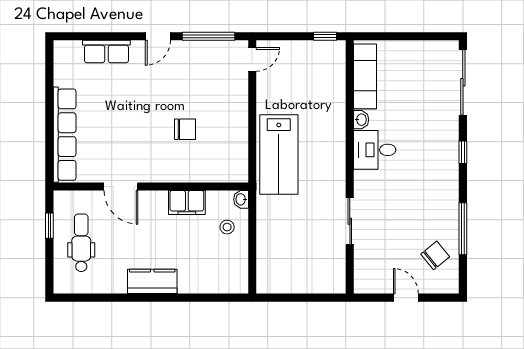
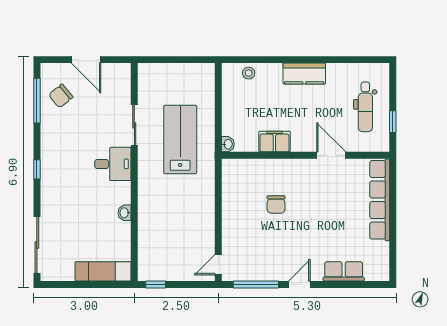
exam couch: (365, 76) -> (103, 271), moved, turned 90
chair: (185, 129) -> (276, 204), turned -90
desk: (375, 150) -> (113, 164), moved
window: (463, 152) -> (37, 169), moved
lab bench: (279, 155) -> (180, 139), moved
stool: (227, 227) -> (249, 73), moved
window: (463, 229) -> (37, 101), moved
door: (406, 298) -> (86, 60), width x1.38

